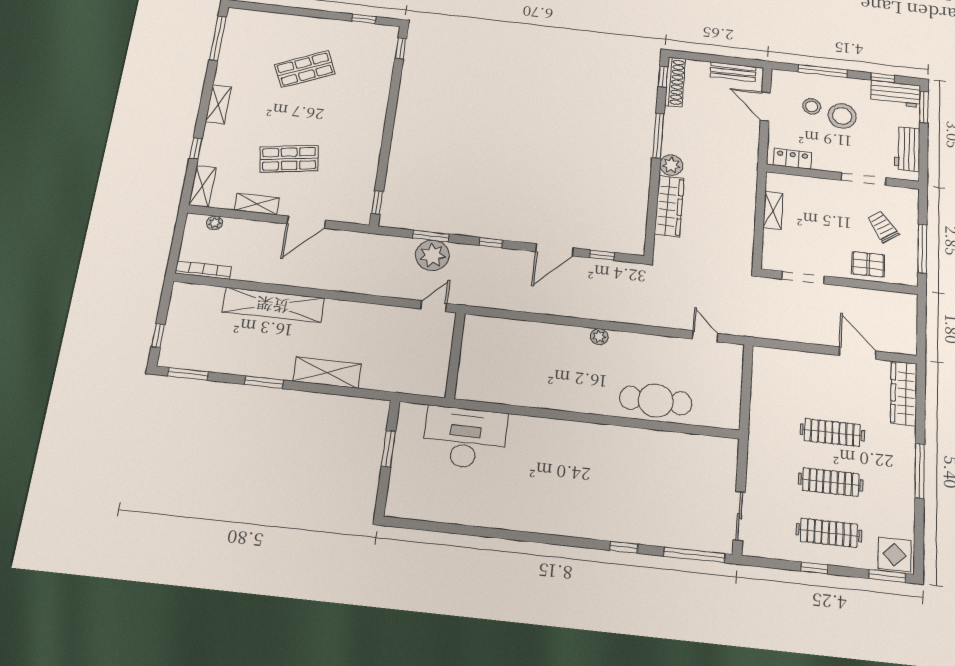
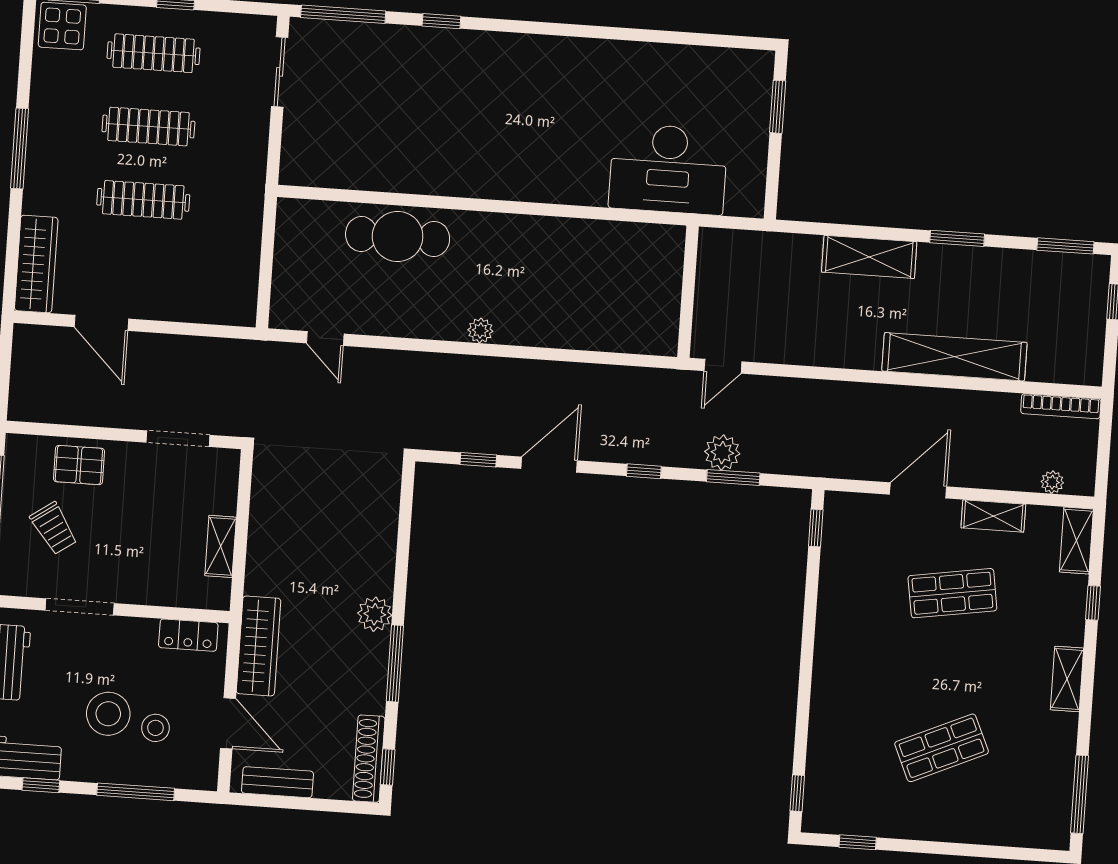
wardrobe: (669, 206) -> (259, 646), moved, turned 180
plant: (432, 255) -> (722, 453), width x0.73, depth x0.73
window: (388, 449) -> (778, 107), moved

